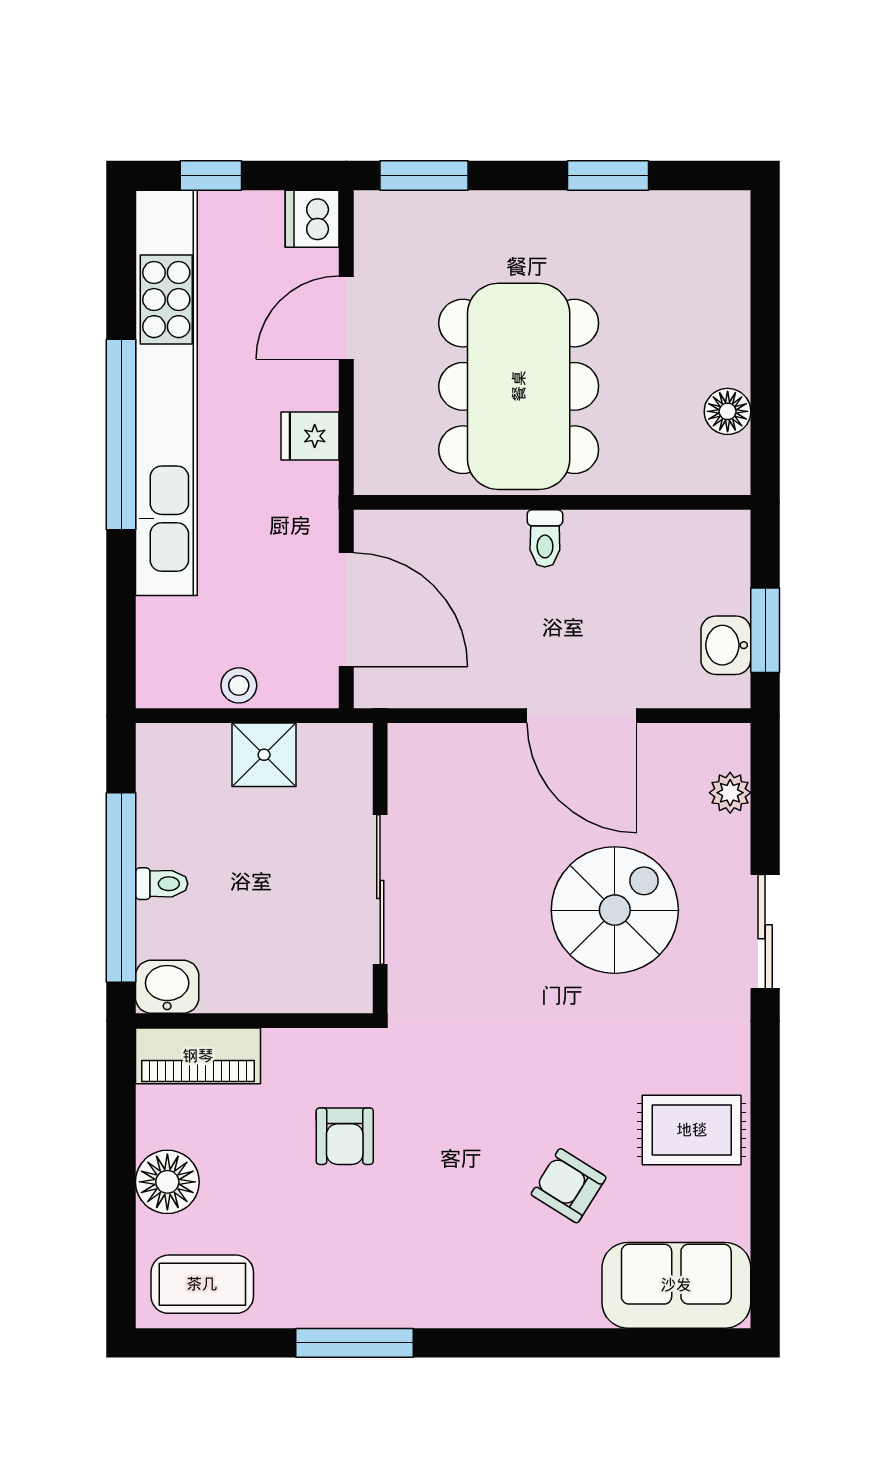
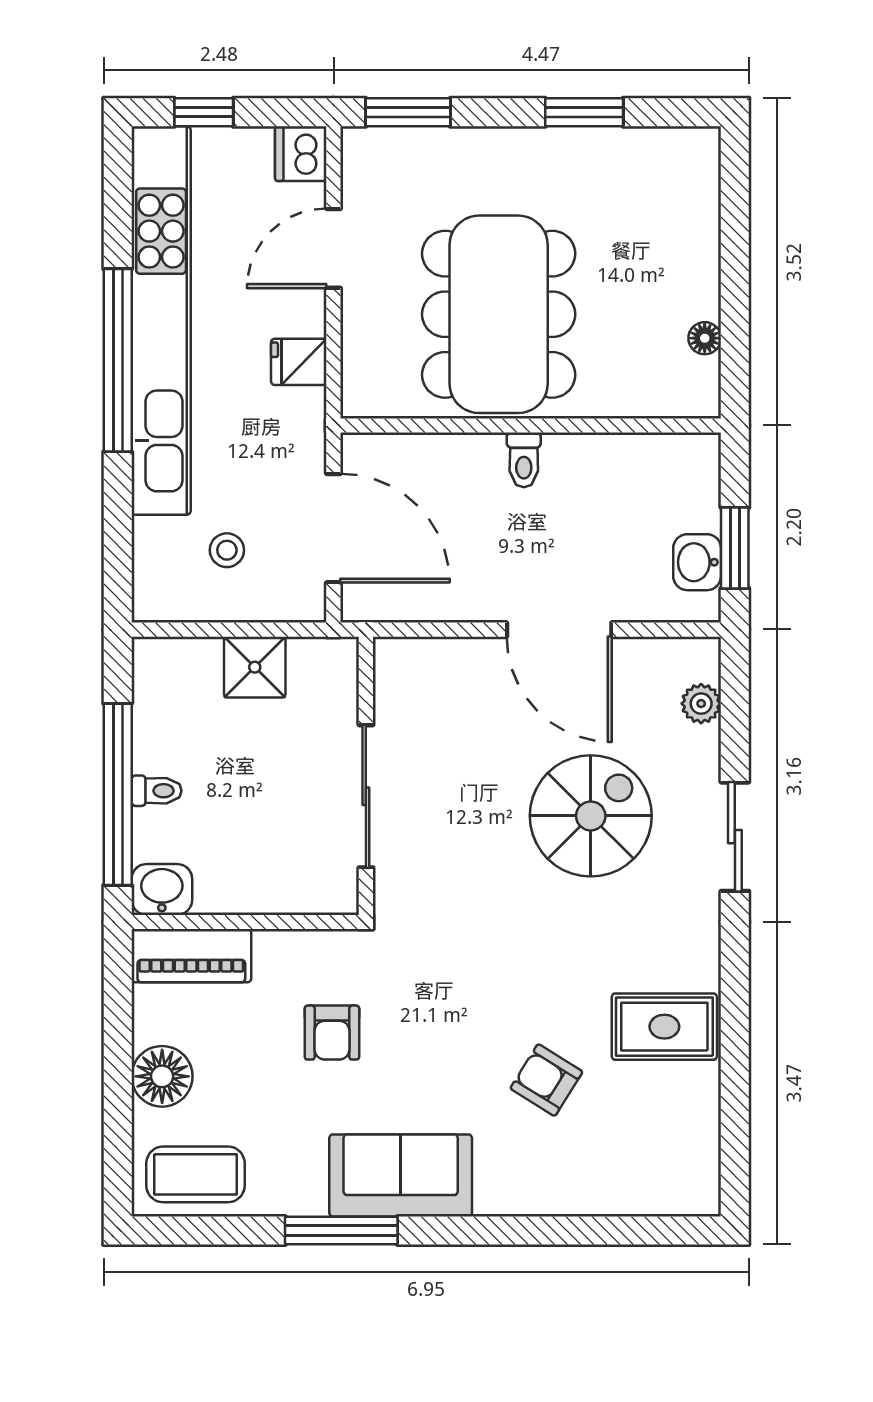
floor lamp: (728, 411) -> (705, 338), width x0.73, depth x0.73
stool: (239, 685) -> (227, 550), moved
sofa: (676, 1285) -> (401, 1175), moved

